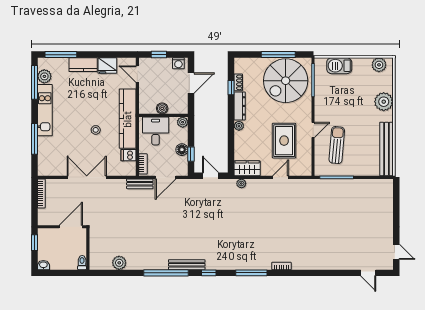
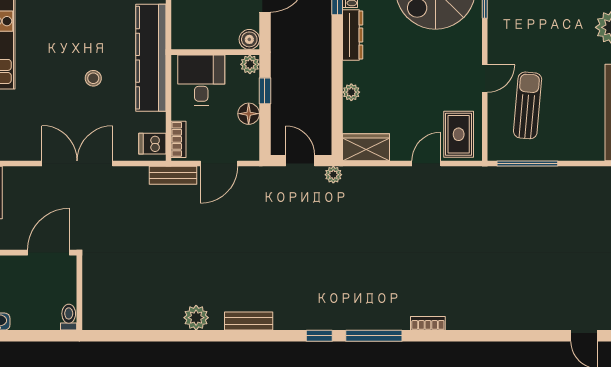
boiler: (162, 108) -> (249, 39), moved
plant: (239, 126) -> (351, 92), moved
rug: (284, 141) -> (459, 134), moved, width x0.73, depth x0.70
window: (191, 154) -> (265, 91), moved
dishwasher: (128, 155) -> (152, 144), moved
plant: (241, 183) -> (333, 175), moved
plant: (119, 263) -> (196, 318), moved
bench: (187, 265) -> (249, 321), width x0.73
window: (166, 273) -> (220, 336), removed
window: (209, 273) -> (319, 336), moved

